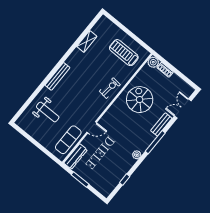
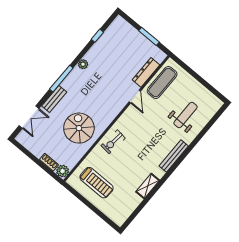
shelving: (87, 41) -> (148, 186), moved
spiral stairs: (140, 100) -> (79, 128), turned 180
weight bench: (48, 112) -> (185, 115), turned 90
door: (92, 127) -> (135, 97), swing flipped
dresser: (76, 156) -> (146, 72), moved

